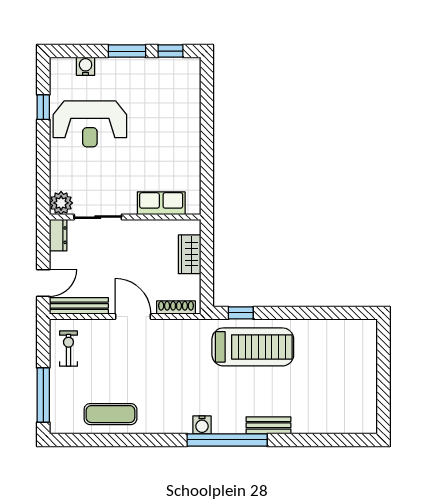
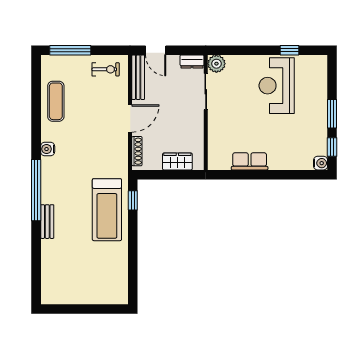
water cooler: (86, 66) -> (321, 163), moved
row of seats: (161, 203) -> (250, 161), moved, turned -90
water cooler: (202, 425) -> (48, 149), moved

